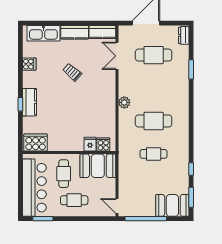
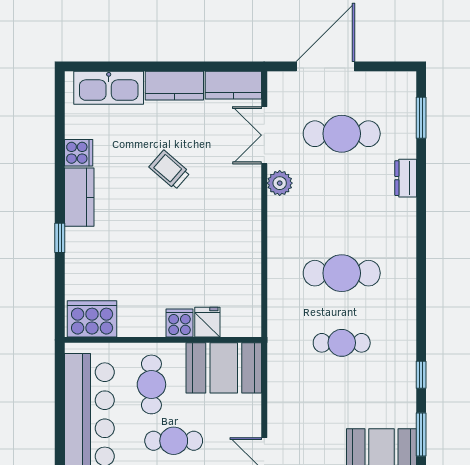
dresser: (184, 35) -> (406, 178), moved
window: (191, 69) -> (421, 118), moved
kitchen counter: (29, 102) -> (79, 197), moved
plant: (124, 102) -> (280, 183), moved
cooker: (103, 144) -> (180, 323), moved

